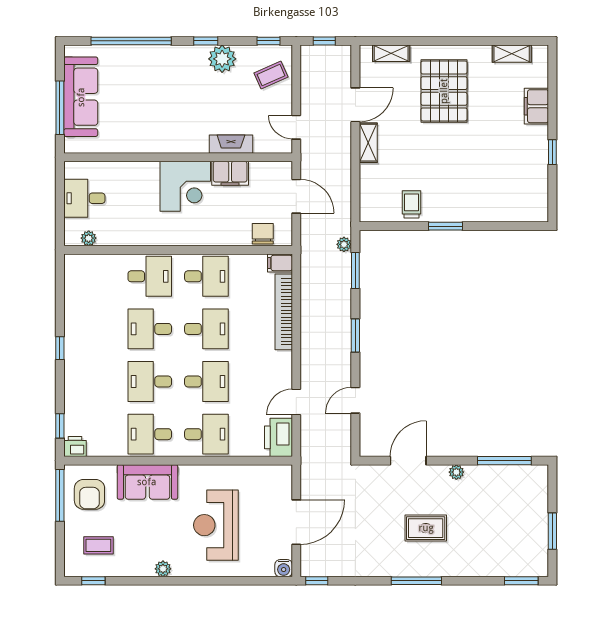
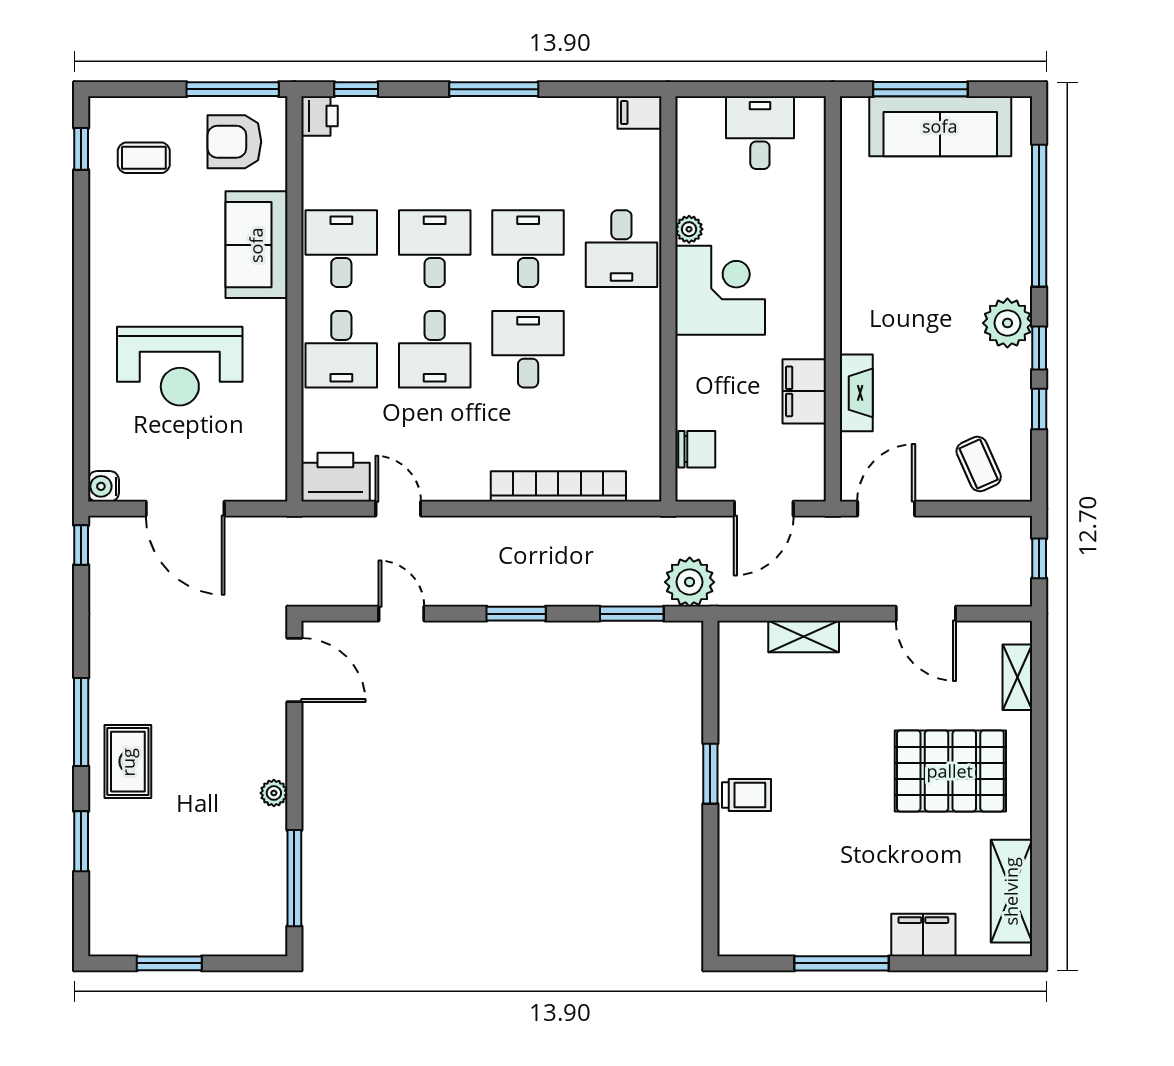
window: (268, 41) -> (1039, 409), moved
shelving: (512, 54) -> (1011, 891), width x1.50, depth x1.33
plant: (222, 59) -> (1007, 323), moved
door: (296, 127) -> (886, 509), width x1.37
shelving: (368, 143) -> (804, 636), moved
window: (552, 152) -> (842, 963), width x2.17
corner desk: (185, 186) -> (720, 290), moved, turned 180
trolley: (412, 204) -> (746, 795), moved
plant: (89, 238) -> (689, 229), moved
plant: (344, 244) -> (690, 582), width x1.87, depth x1.87
filing cabinet: (280, 263) -> (640, 113), moved, turned -90
desk: (206, 276) -> (621, 349), removed
desk: (206, 329) -> (528, 349), turned 180
window: (60, 348) -> (494, 89), width x2.17
door: (408, 461) -> (294, 670), moved
reception desk: (216, 525) -> (180, 366), turned 180
rug: (426, 528) -> (128, 762), moved
coffee table: (98, 545) -> (144, 158), turned 90
plant: (163, 569) -> (102, 272), removed
window: (521, 581) -> (81, 841), moved

